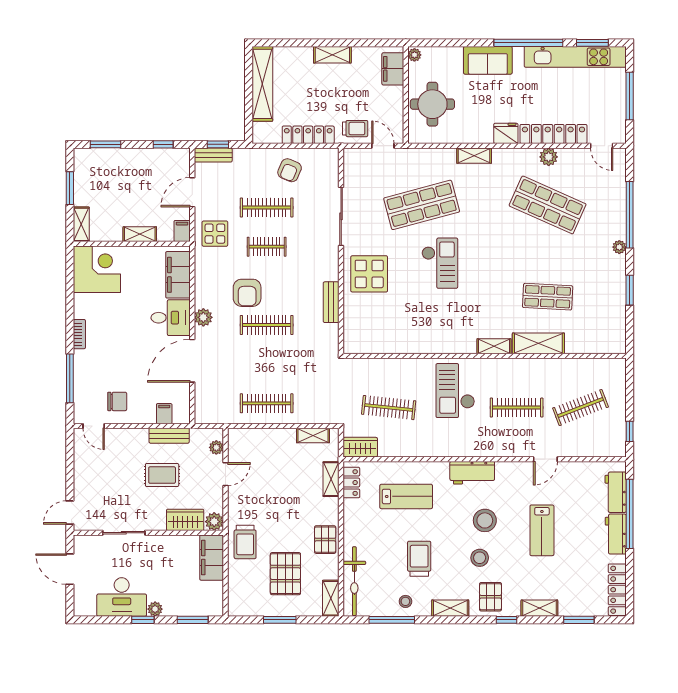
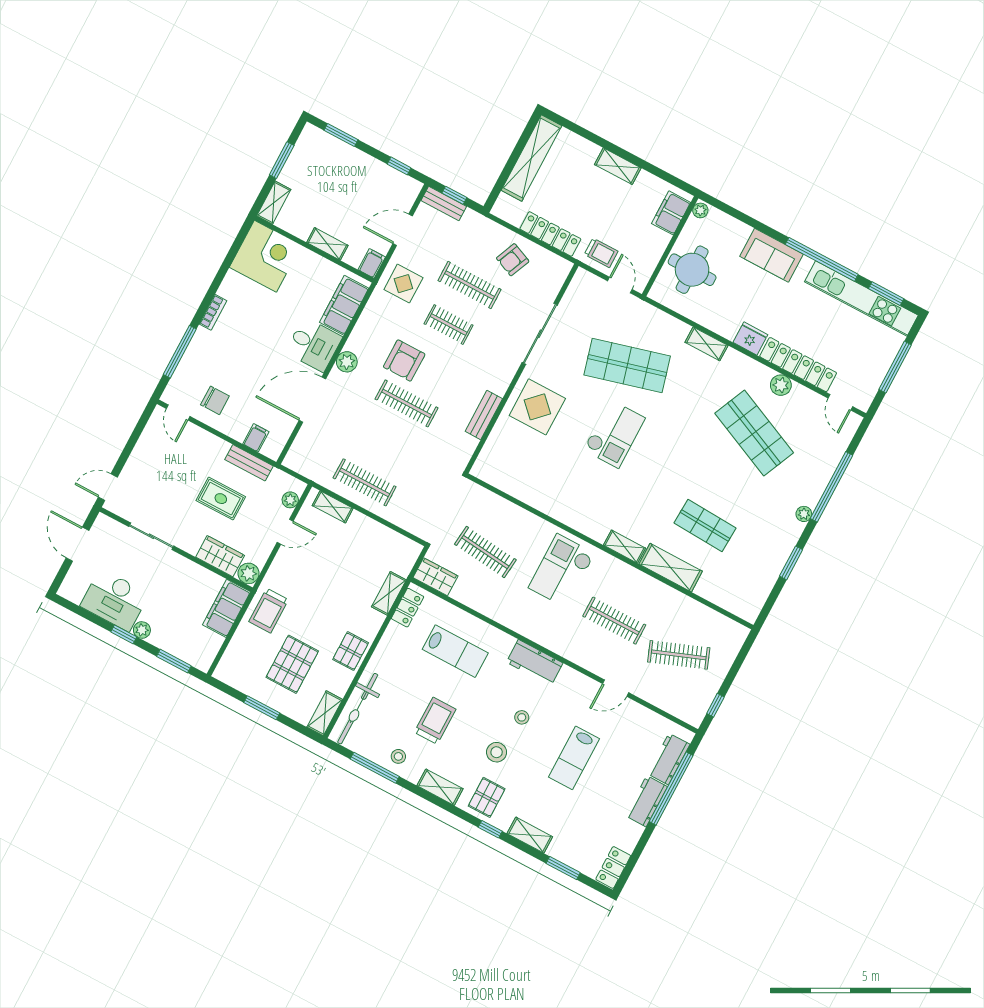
shelving: (313, 435) -> (333, 507), moved
stool: (485, 520) -> (522, 717), width x0.53, depth x0.53
locker: (617, 590) -> (613, 867), width x0.66

